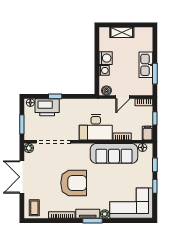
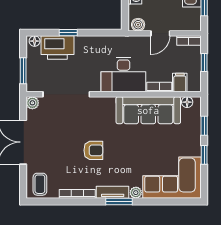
filing cabinet: (148, 133) -> (180, 83), moved
armchair: (74, 183) -> (93, 150), width x0.53, depth x0.53

